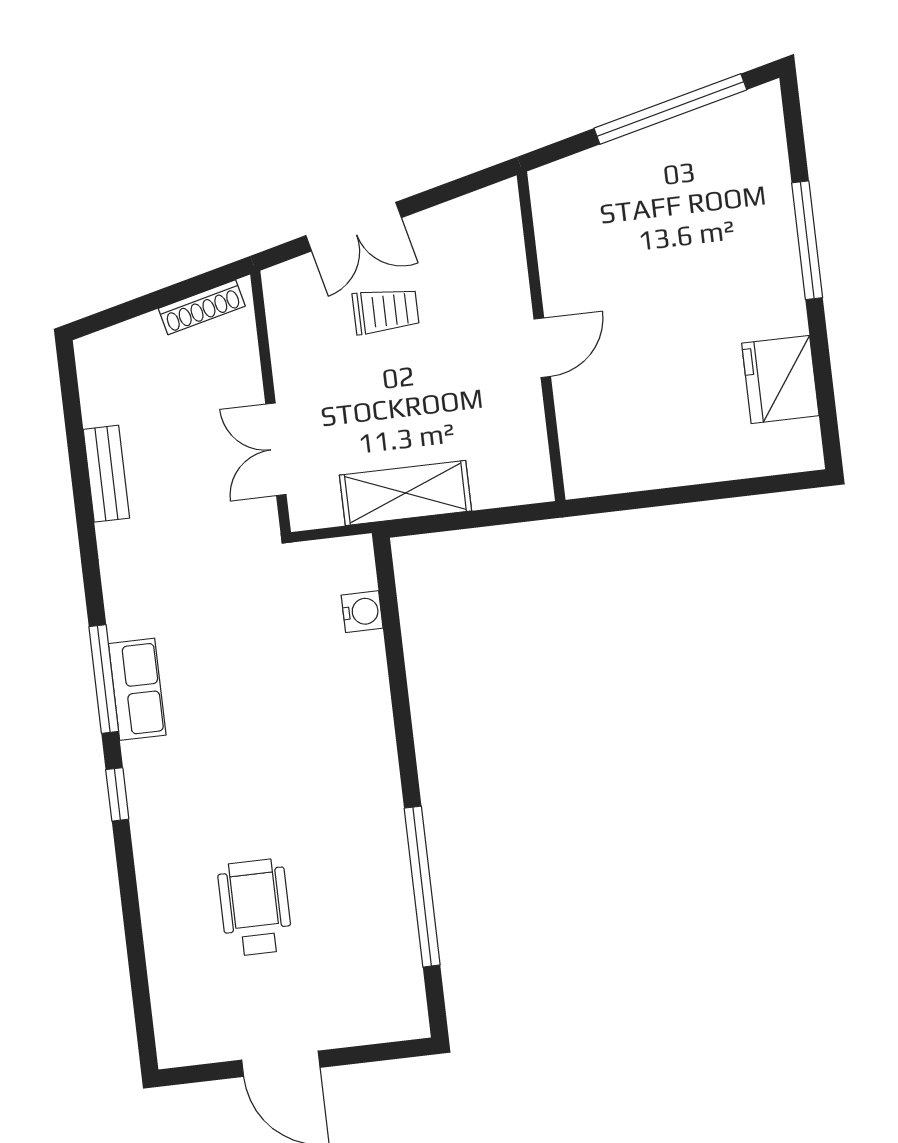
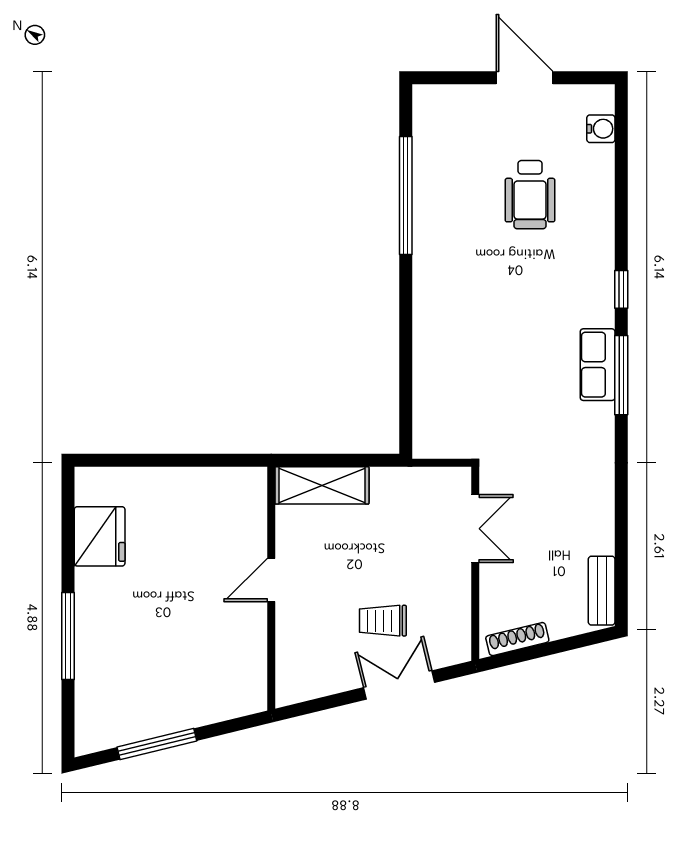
window: (670, 109) -> (157, 744), width x0.68
bench: (106, 474) -> (602, 591), moved
shelving: (405, 493) -> (322, 485), moved
water cooler: (362, 612) -> (601, 129), moved, turned 180

